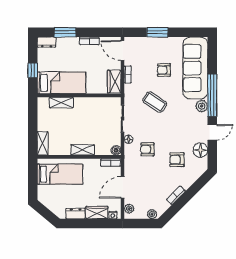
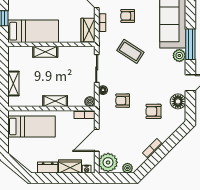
armchair: (164, 70) -> (128, 16), moved
window: (212, 95) -> (190, 44), width x0.68
shelving: (61, 103) -> (45, 52), moved
shelving: (43, 143) -> (13, 84), moved
plant: (129, 209) -> (108, 162), width x1.88, depth x1.88

